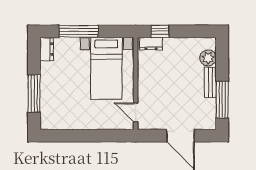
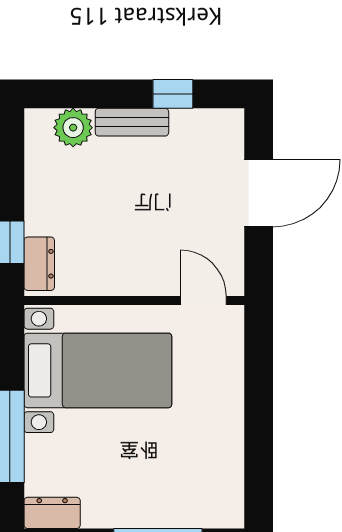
window: (222, 100) -> (173, 94), width x0.46
door: (136, 112) -> (203, 301), swing flipped

